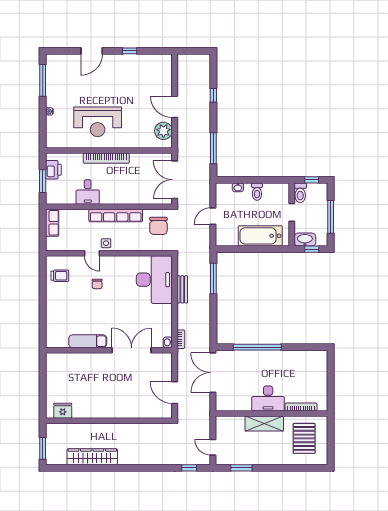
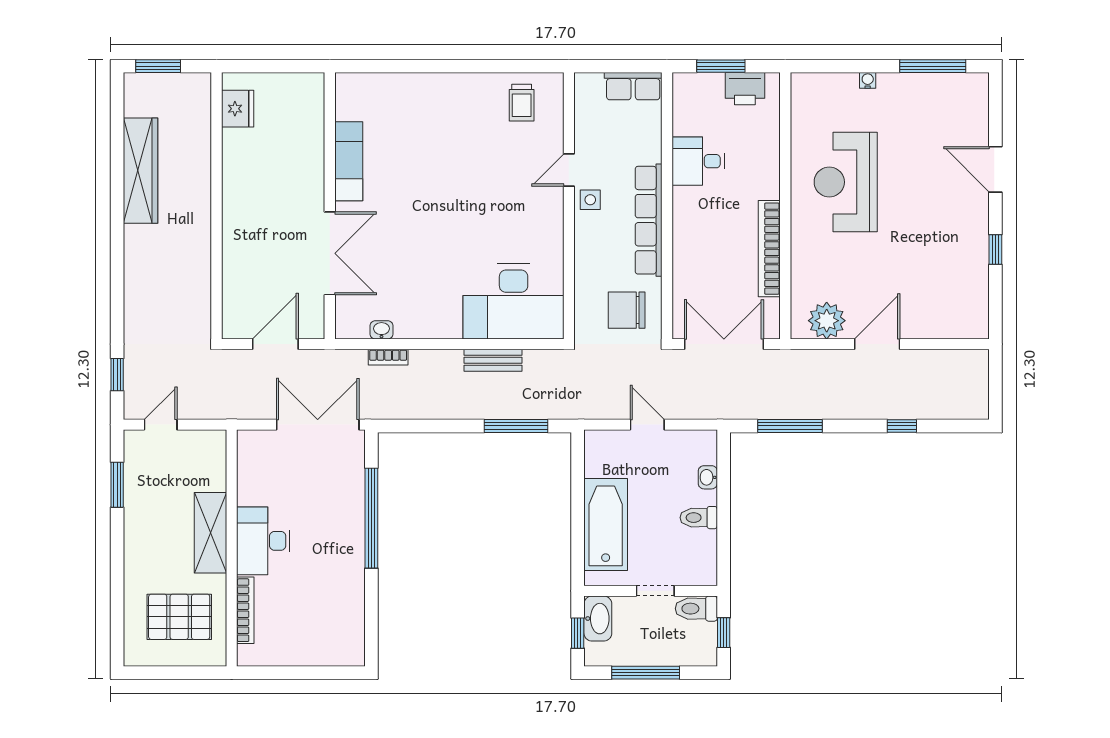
bookcase: (106, 158) -> (769, 249), moved
chair: (97, 284) -> (504, 181), removed
exam couch: (88, 341) -> (349, 161), moved
wall: (109, 350) -> (330, 206), moved
double door: (132, 350) -> (330, 253), moved

